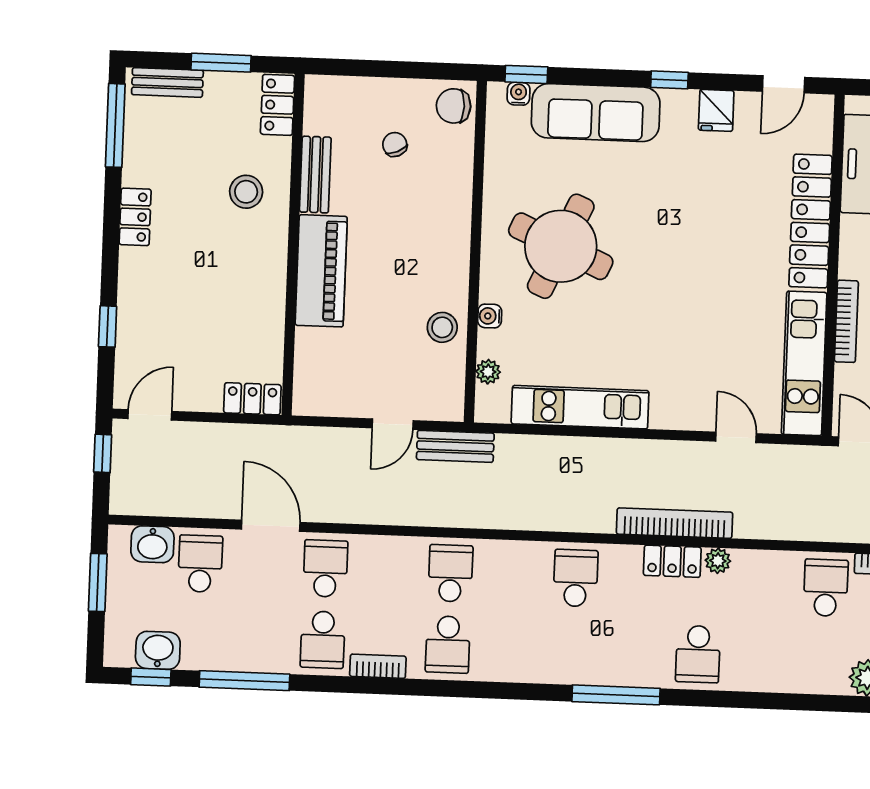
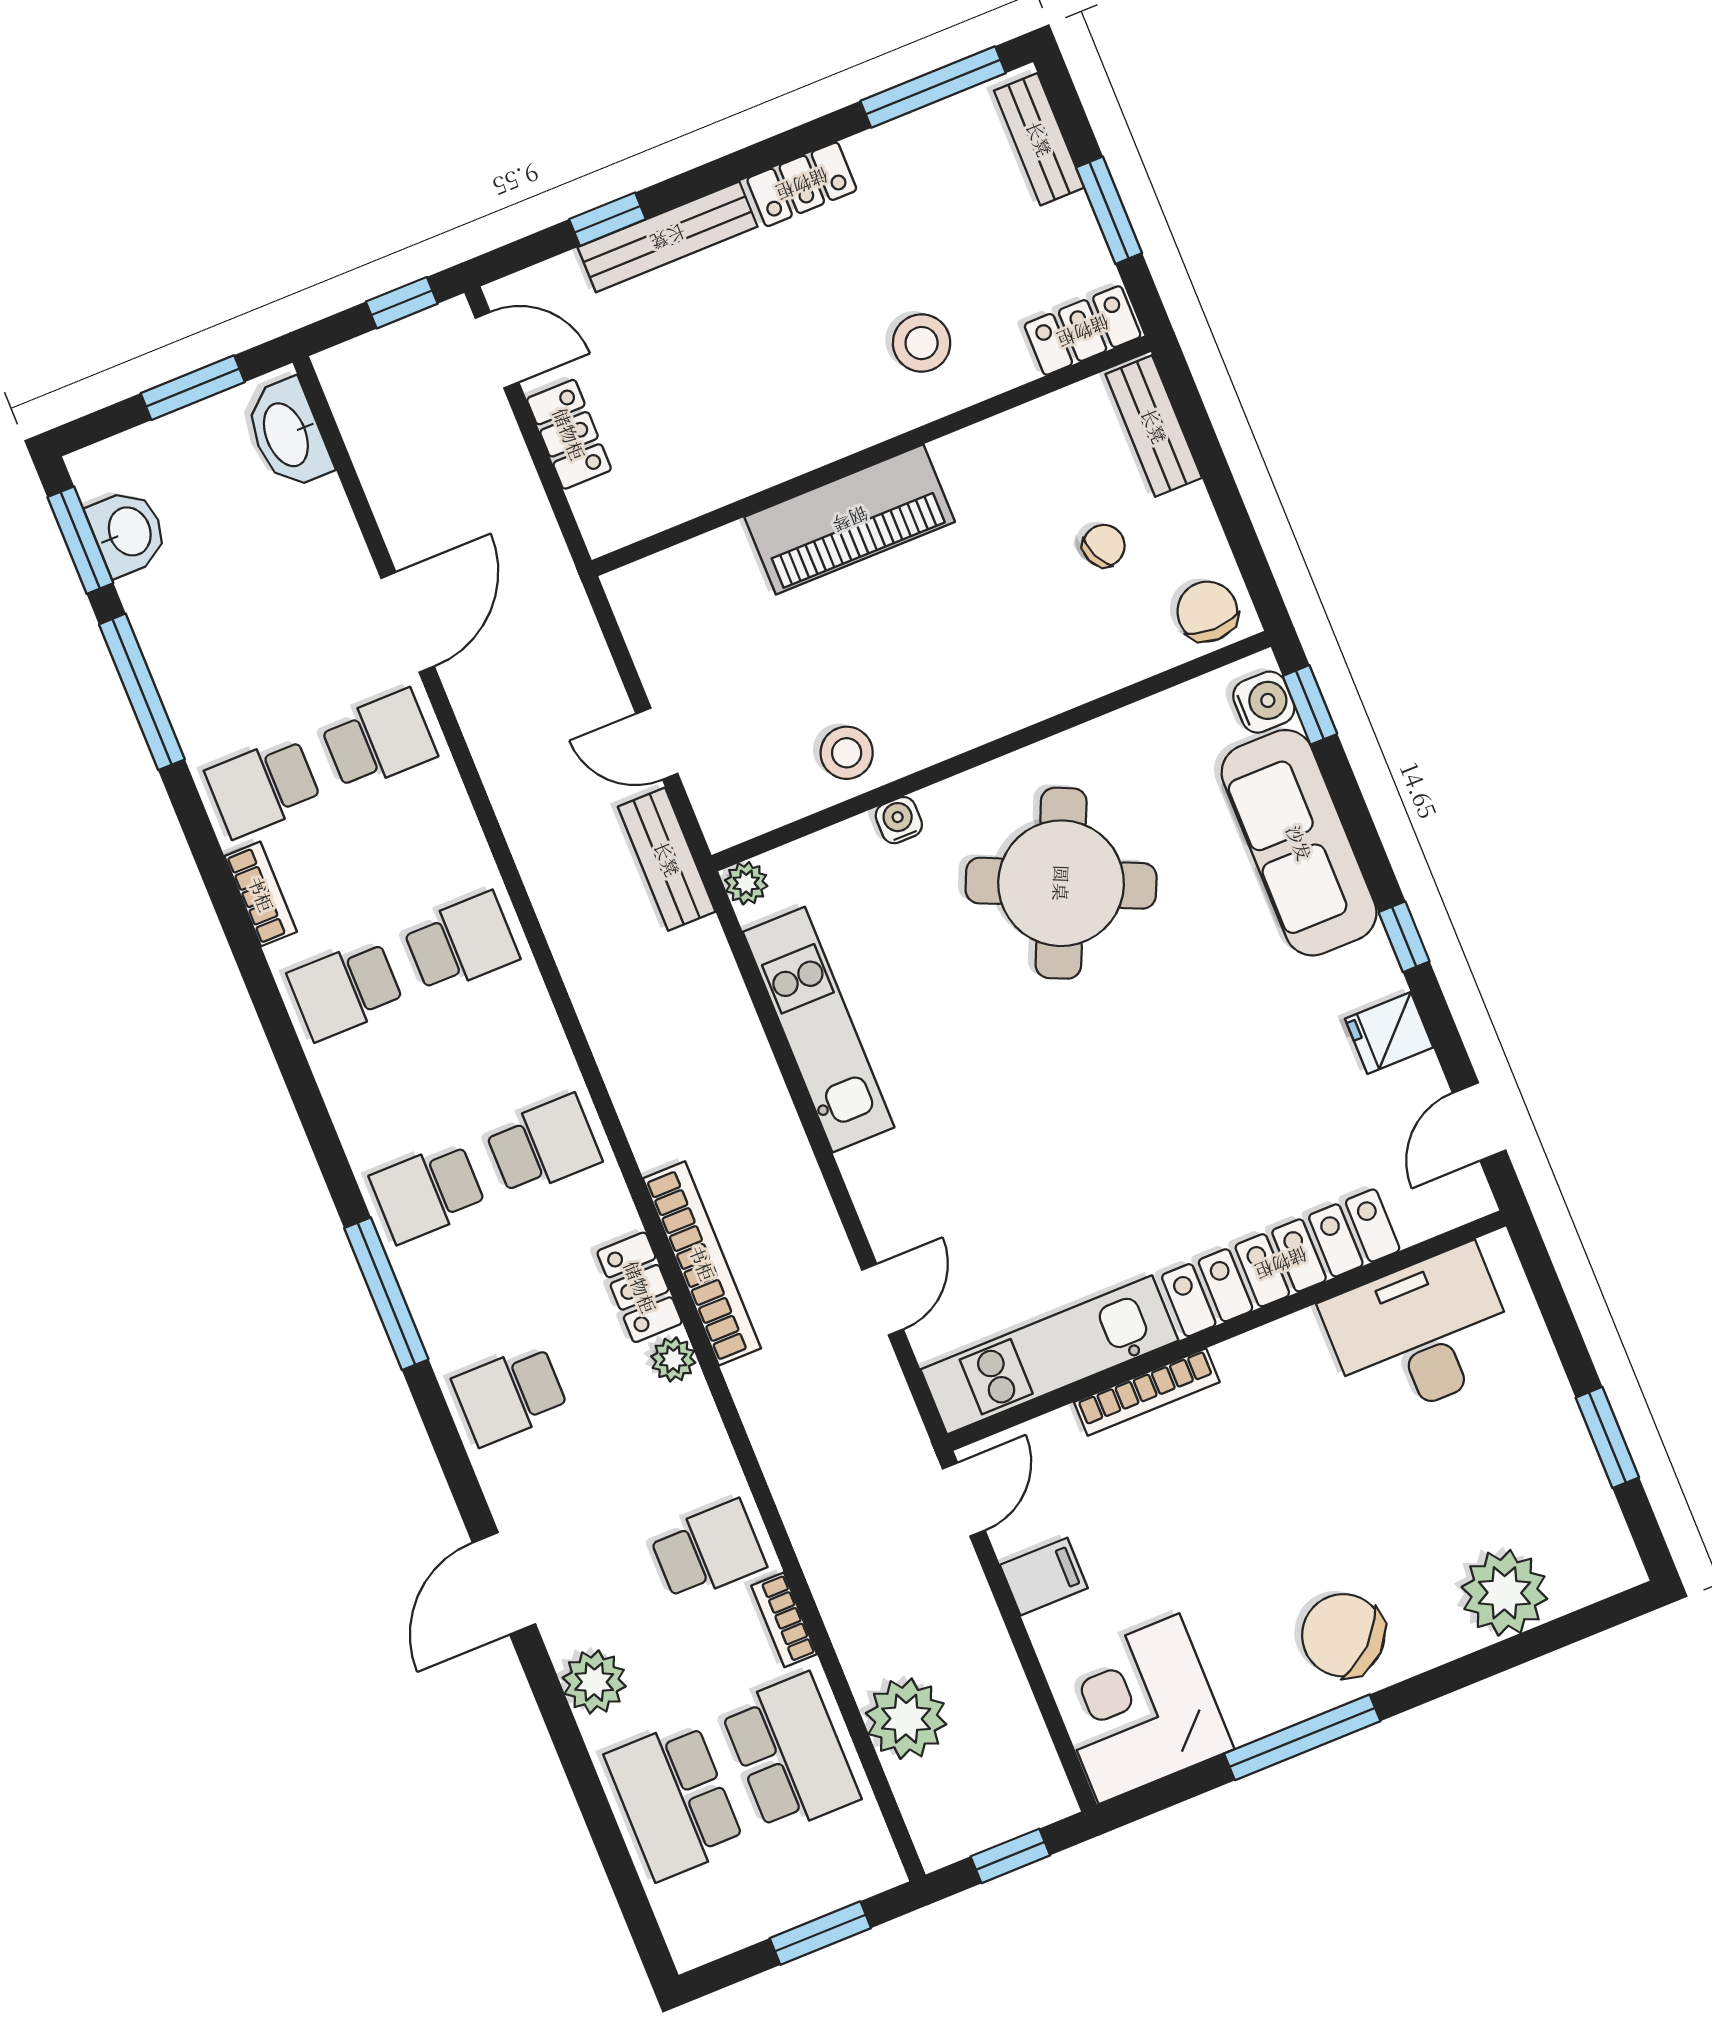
door: (784, 84) -> (1479, 1122), hinge flipped
water cooler: (518, 94) -> (1264, 702), width x1.38, depth x1.38
bench: (315, 175) -> (1154, 426), moved, turned 90
bench: (131, 299) -> (668, 237), added
plant: (488, 372) -> (746, 883), moved
locker: (252, 399) -> (569, 434), moved
washbasin: (152, 544) -> (288, 434), width x1.38
school desk: (200, 564) -> (428, 1192), moved, turned 180
window: (151, 677) -> (80, 540), width x1.50
door: (795, 702) -> (504, 1583), added

